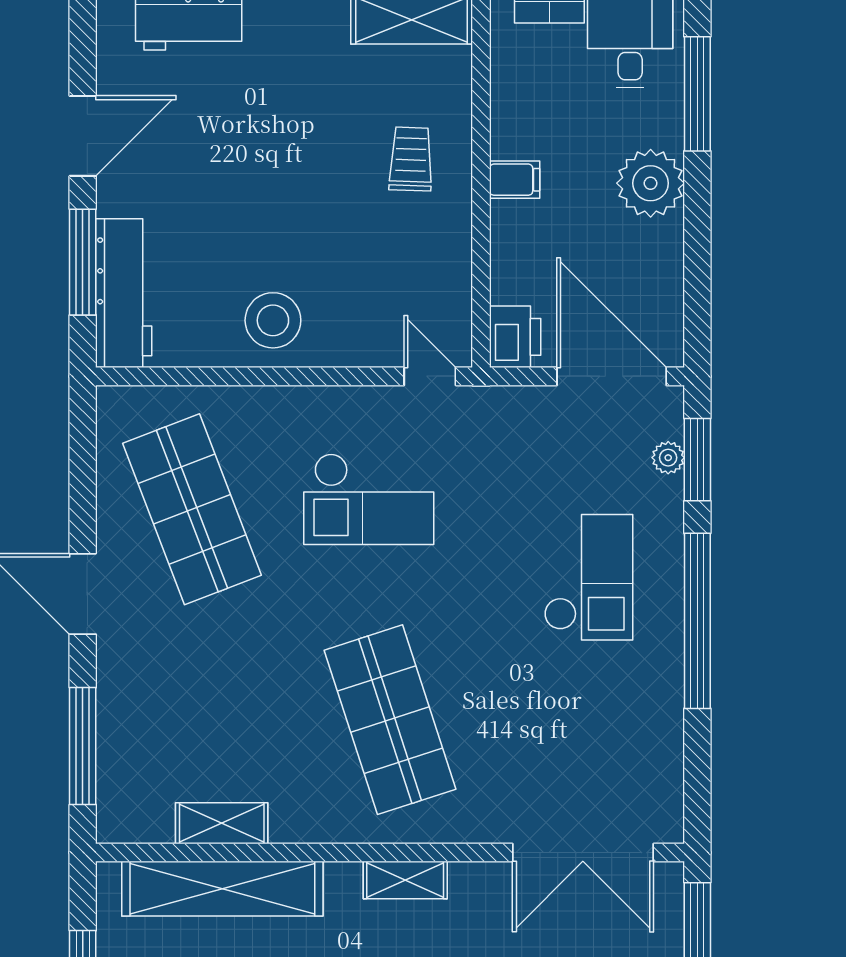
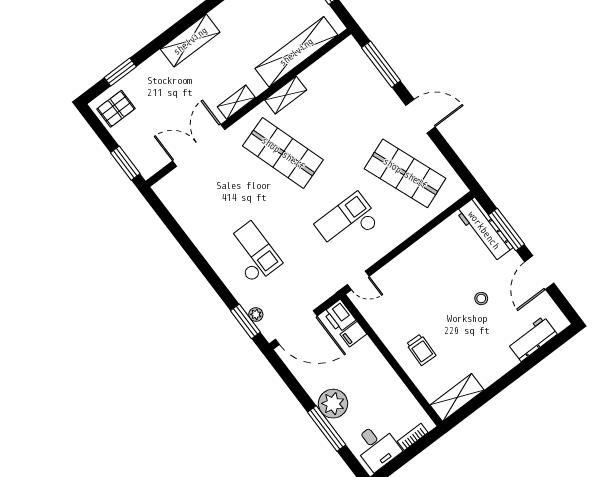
window: (697, 94) -> (327, 428), moved
filing cabinet: (515, 180) -> (353, 334), moved
stool: (273, 320) -> (481, 299), moved, width x0.53, depth x0.53
checkout: (589, 577) -> (252, 253), turned 180
window: (697, 621) -> (204, 266), removed
shelving: (222, 823) -> (286, 95), moved
double door: (583, 853) -> (199, 145), moved

